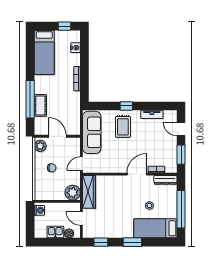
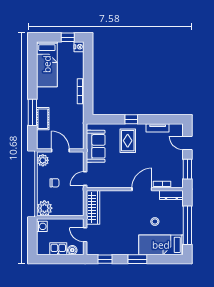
nightstand: (76, 48) -> (79, 47), moved
window: (30, 99) -> (32, 112), width x0.68
sofa: (92, 132) -> (96, 146), width x0.73
plant: (73, 193) -> (44, 208), moved

